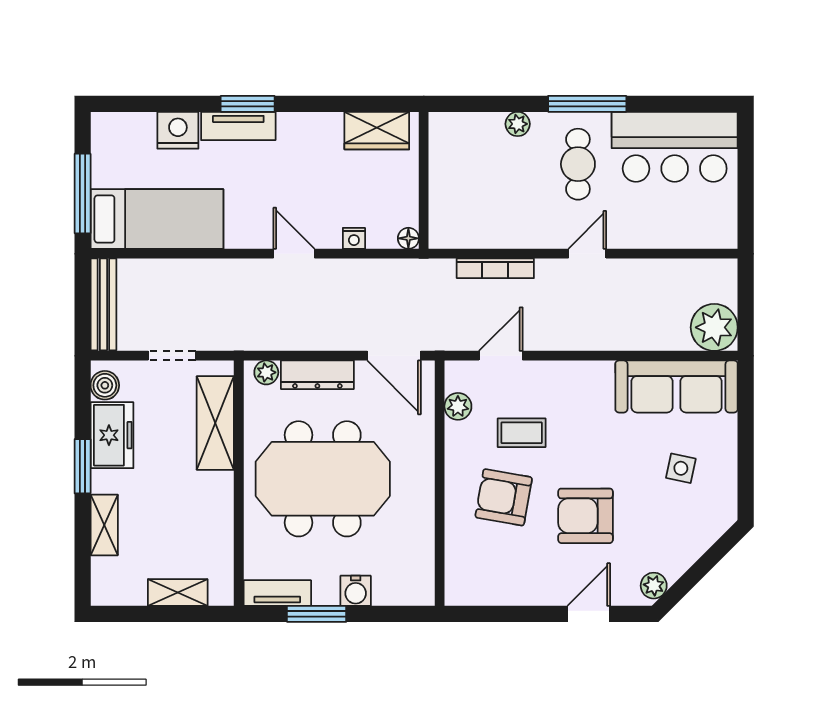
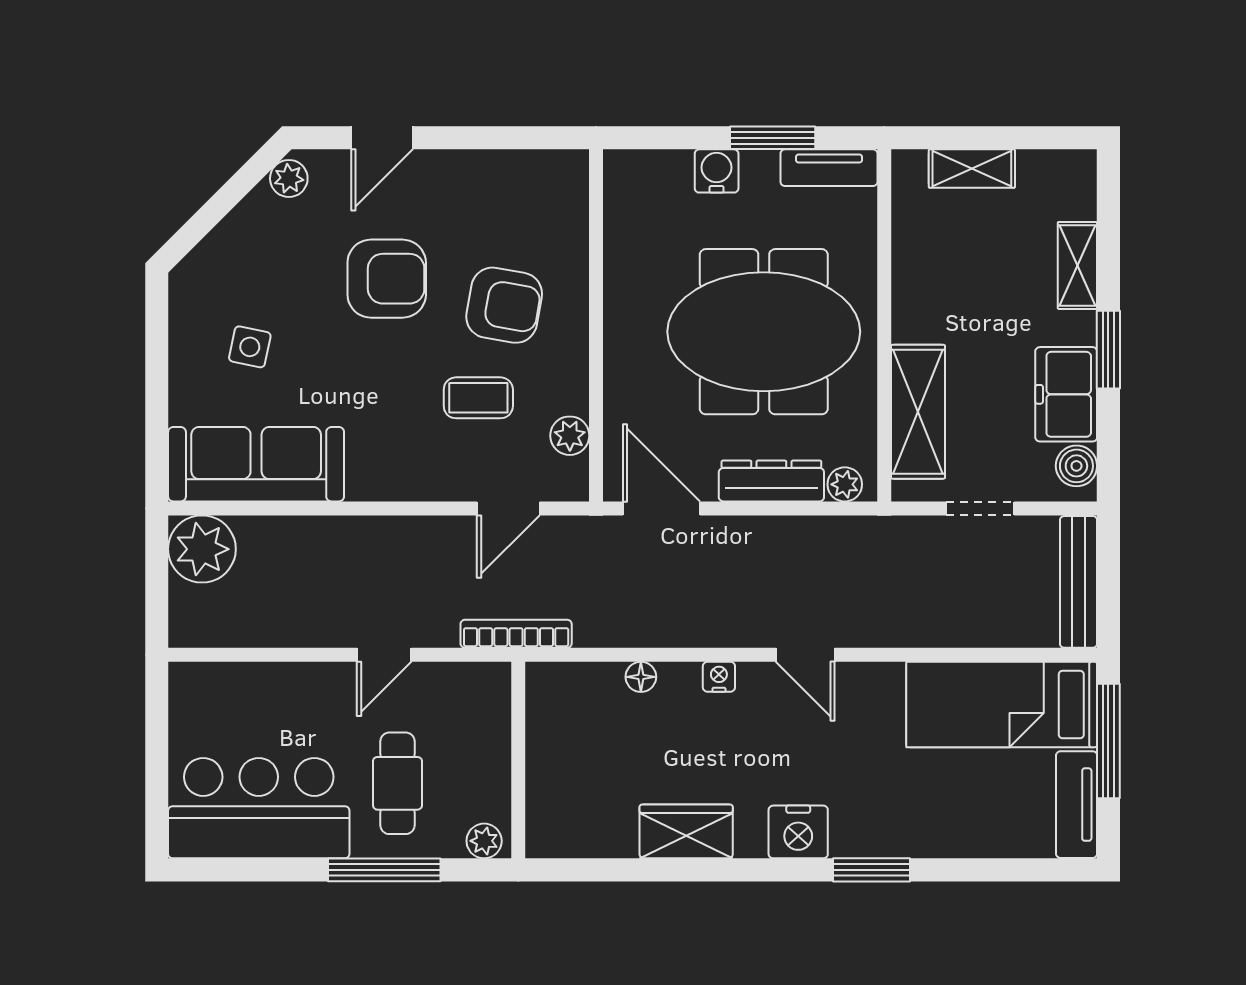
tv unit: (238, 126) -> (1077, 805), moved, turned -90
nightstand: (178, 130) -> (798, 832), moved
wall: (424, 180) -> (518, 760), moved

